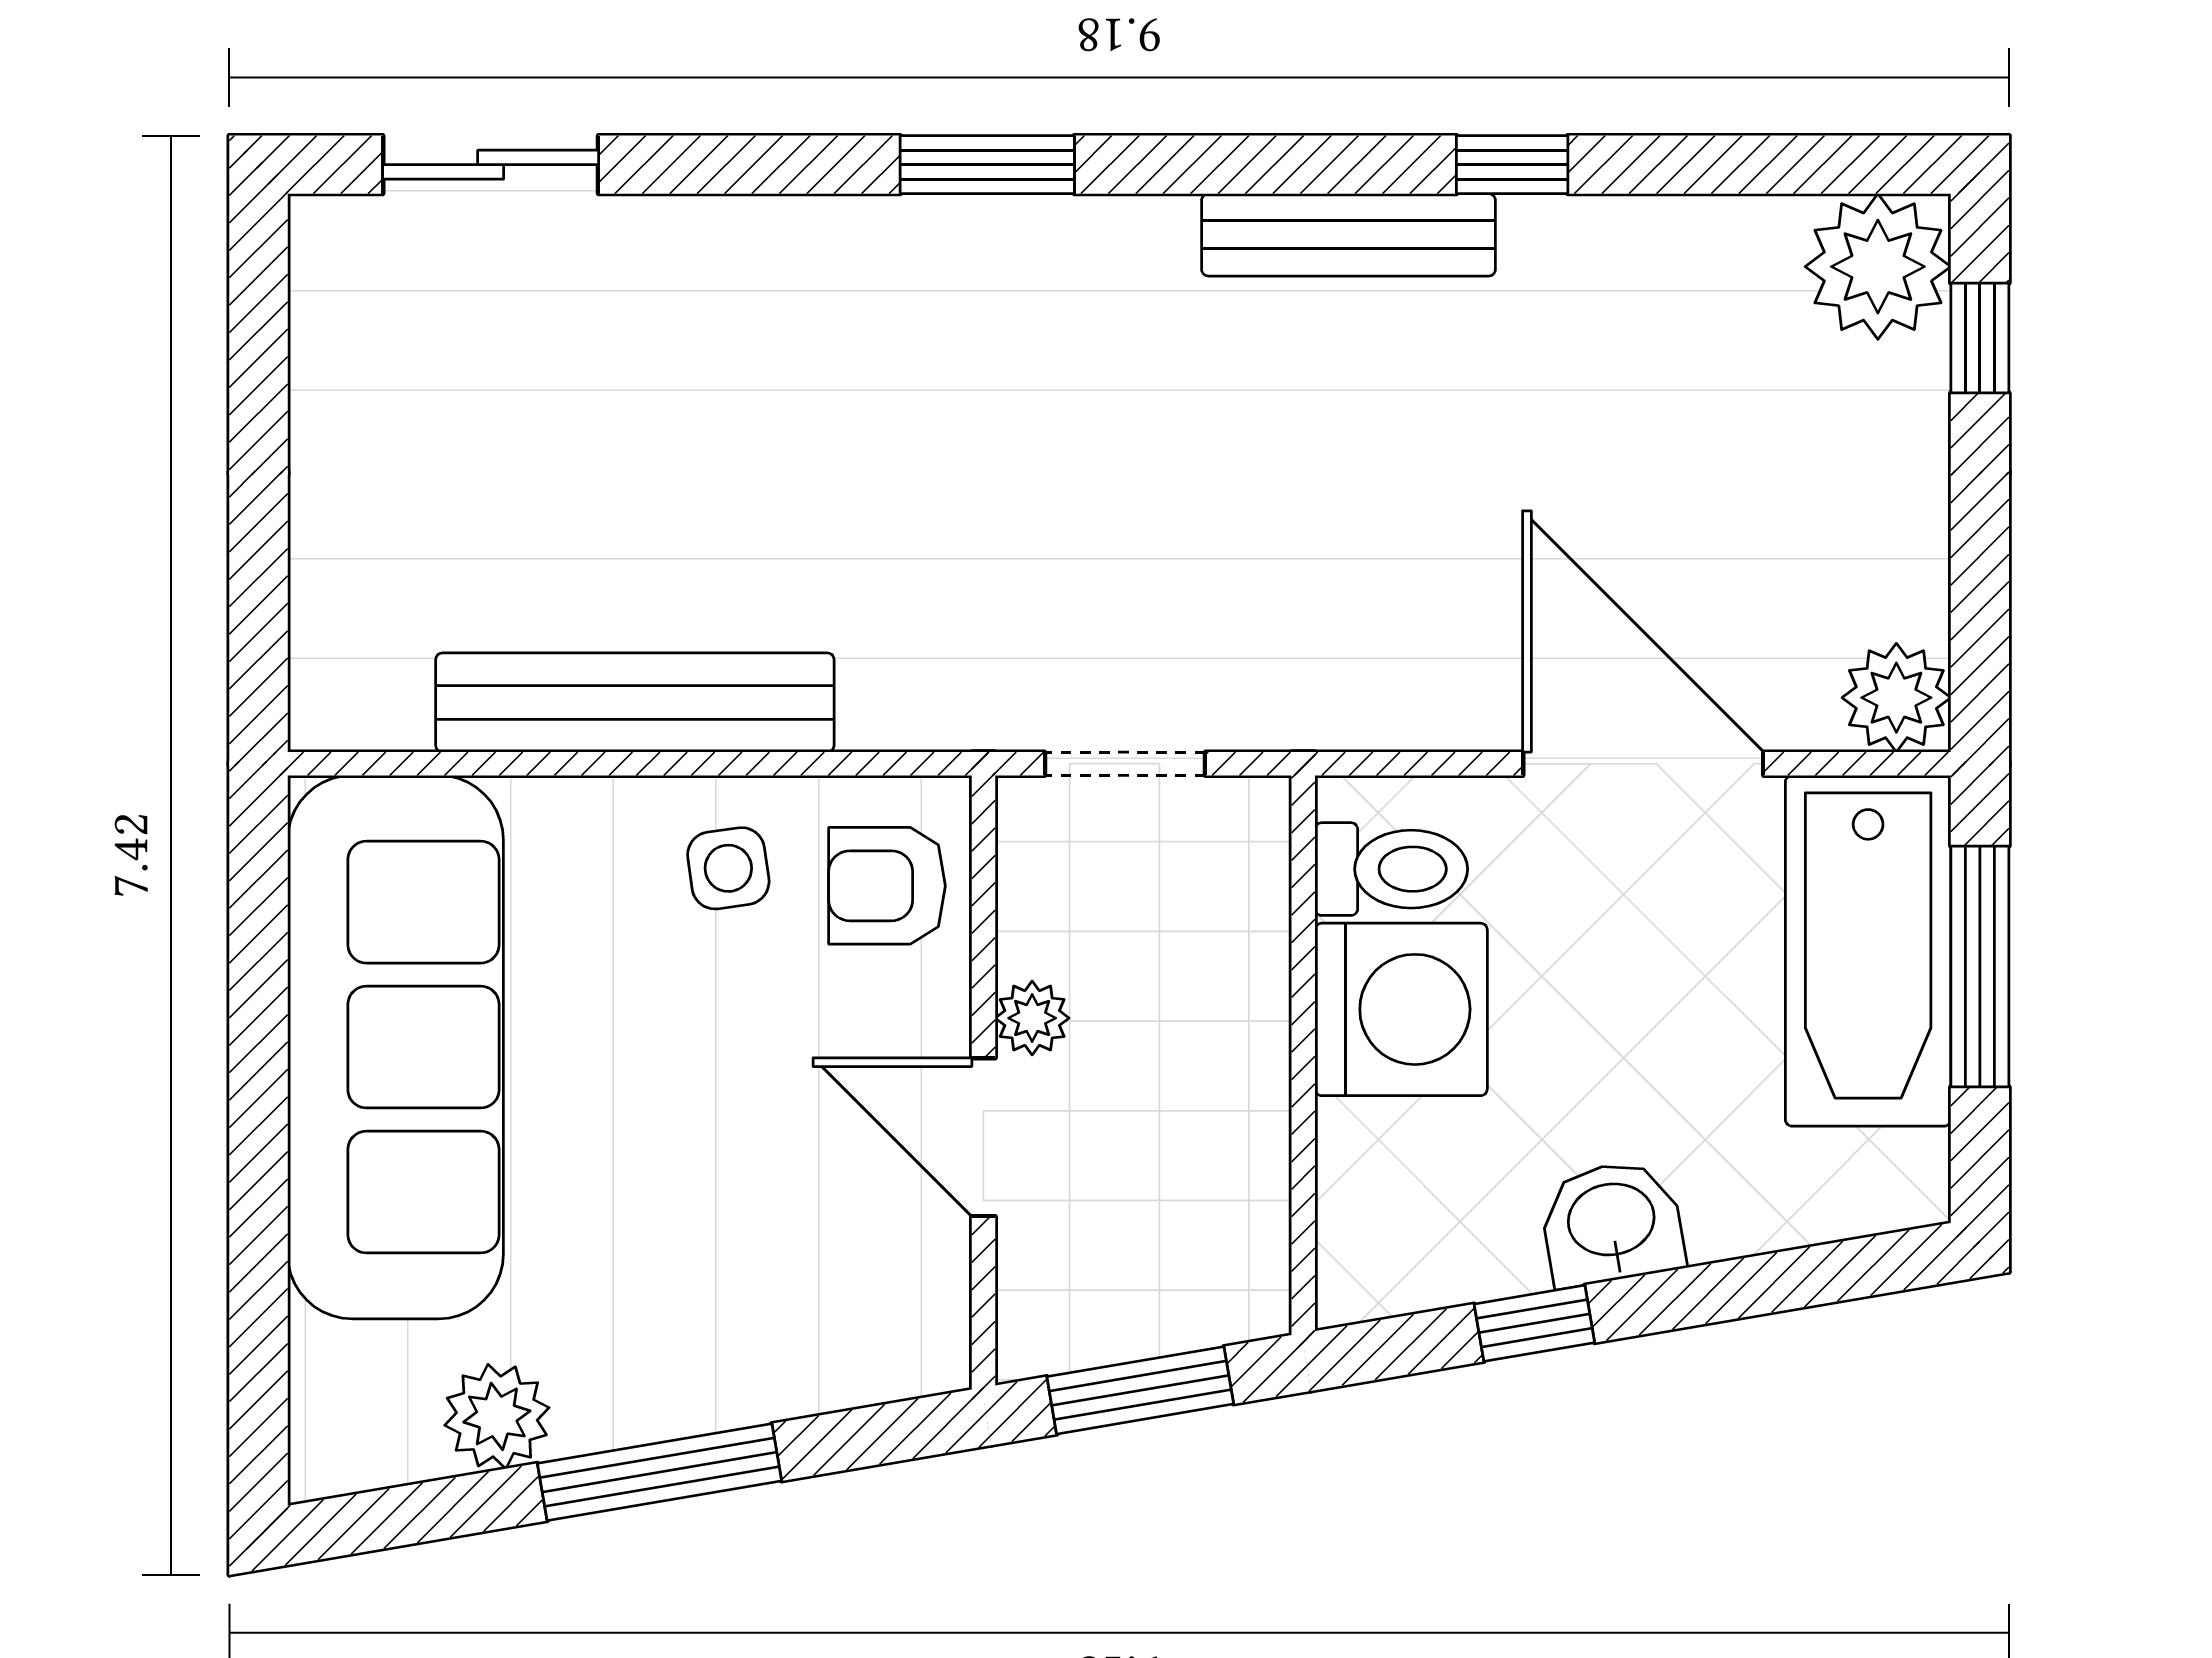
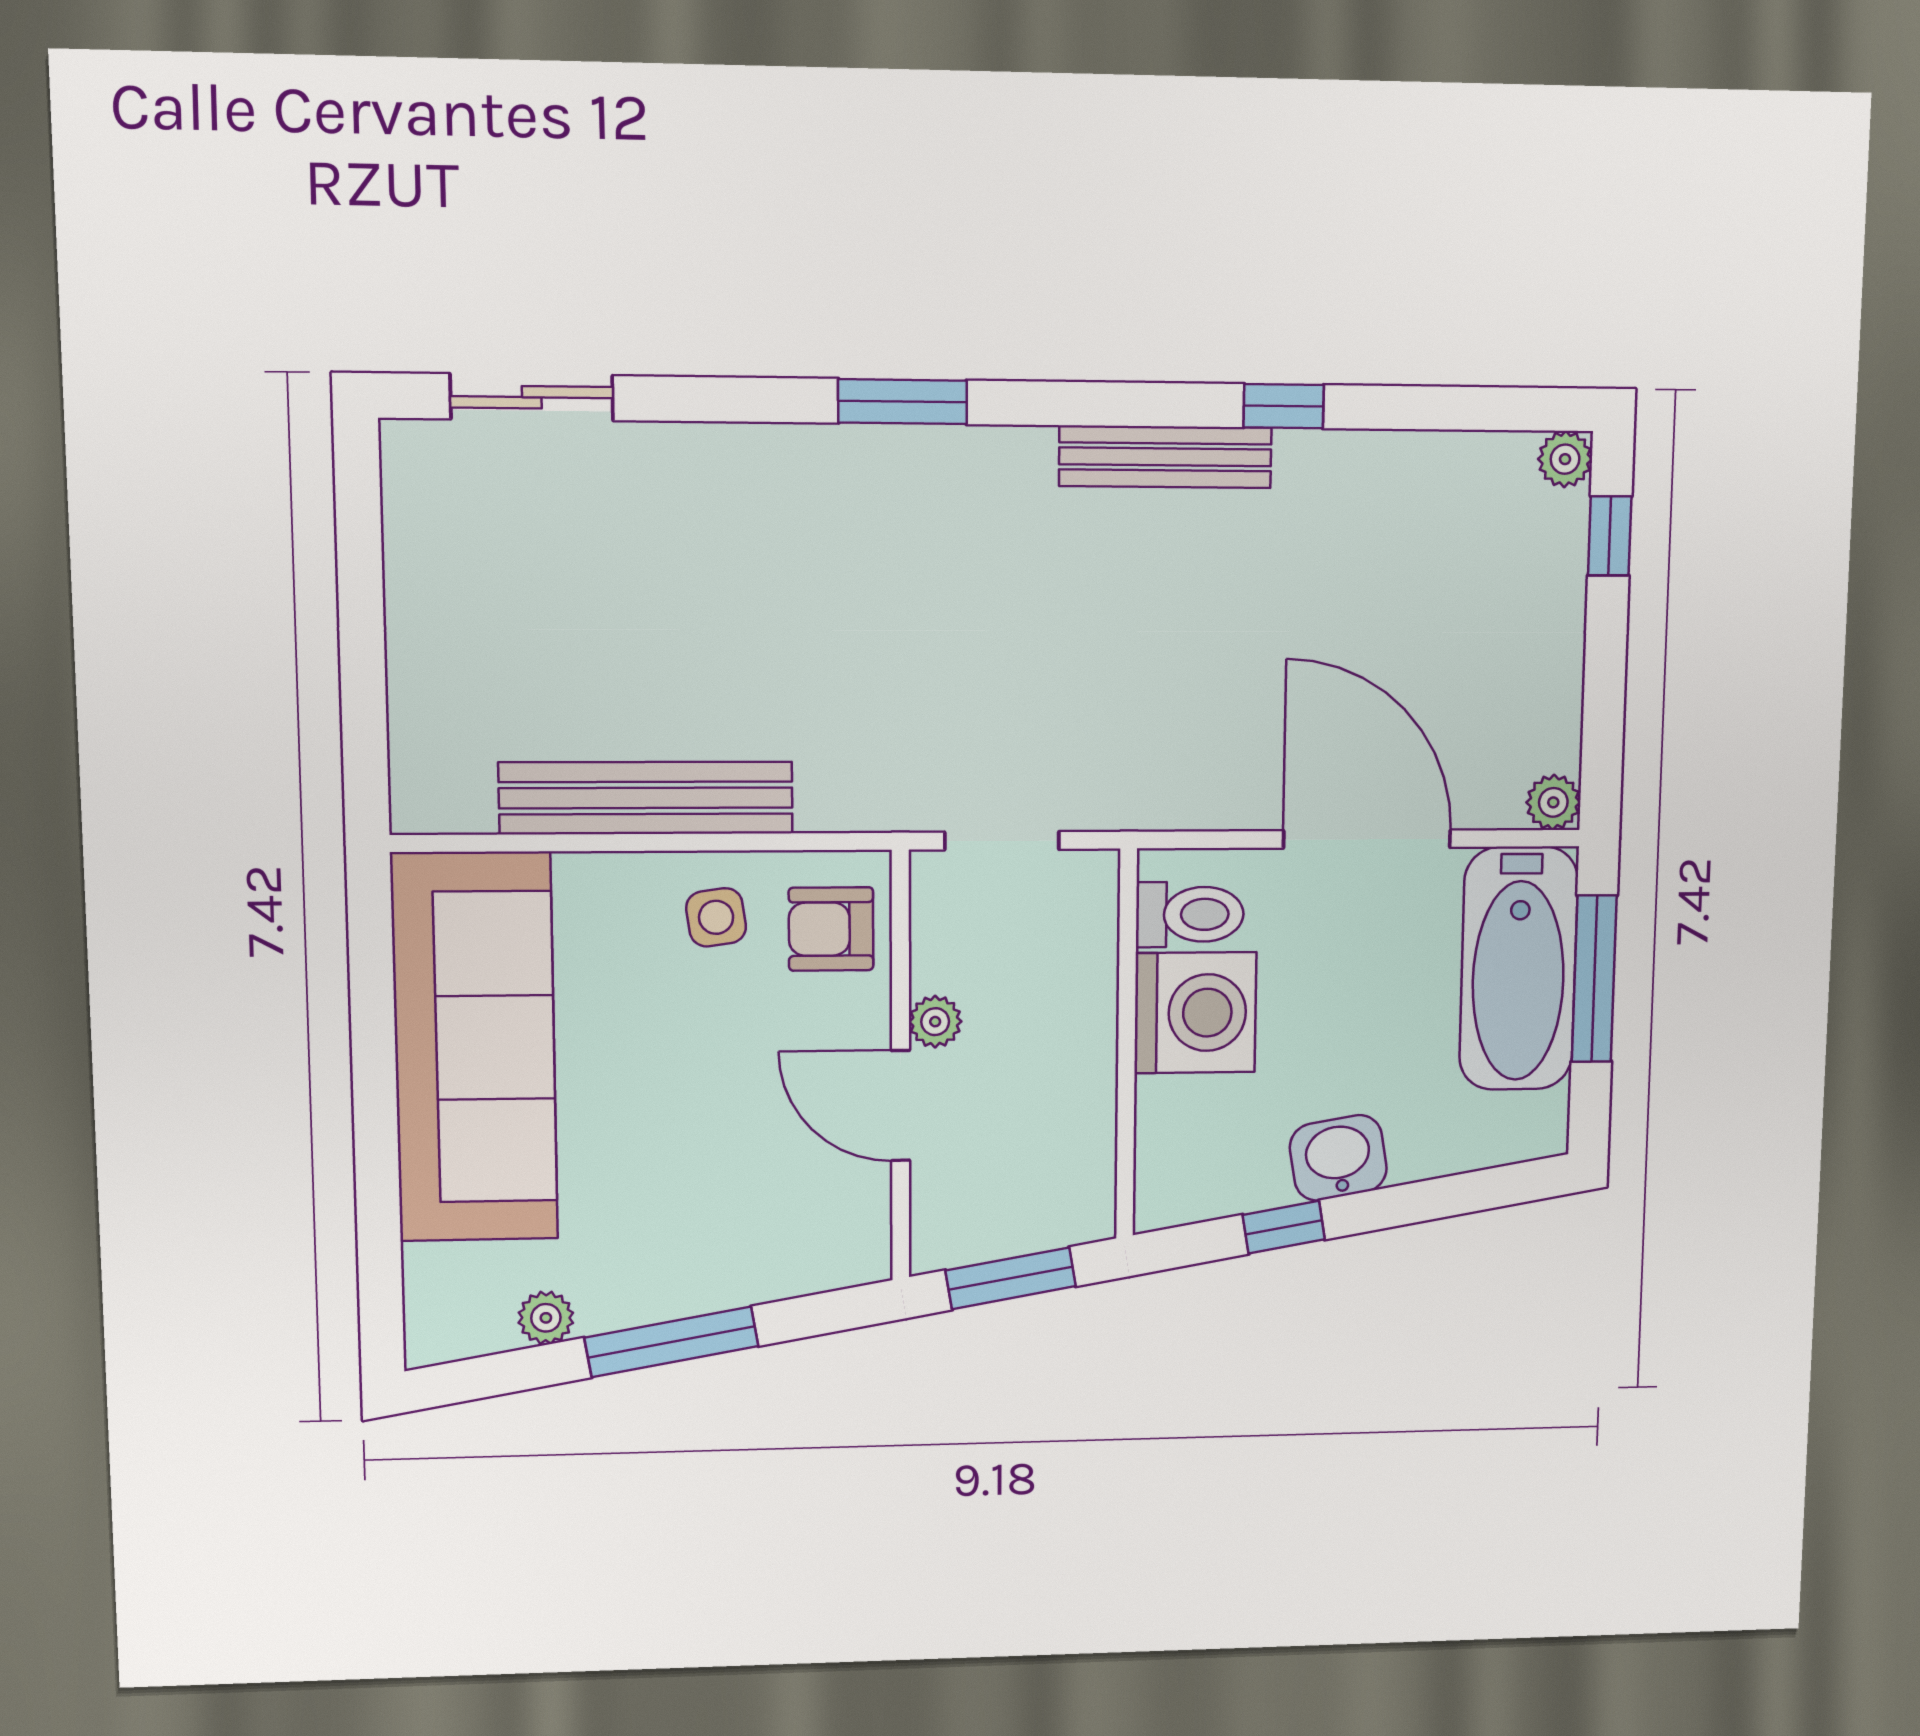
plant: (1878, 267) -> (1565, 459), width x0.53, depth x0.53
plant: (1896, 698) -> (1553, 802), width x0.73, depth x0.73
plant: (497, 1416) -> (546, 1318), width x0.73, depth x0.73

